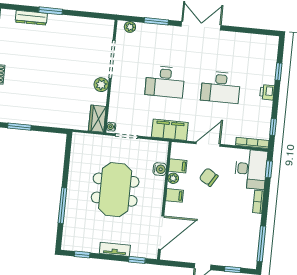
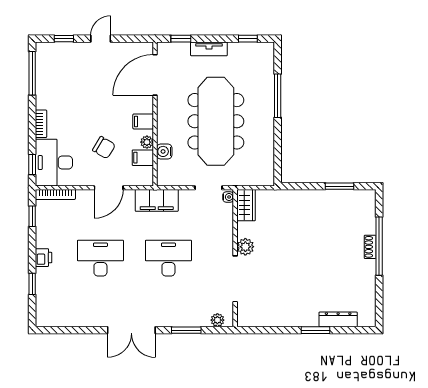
meeting table: (115, 190) -> (216, 121), width x1.36

